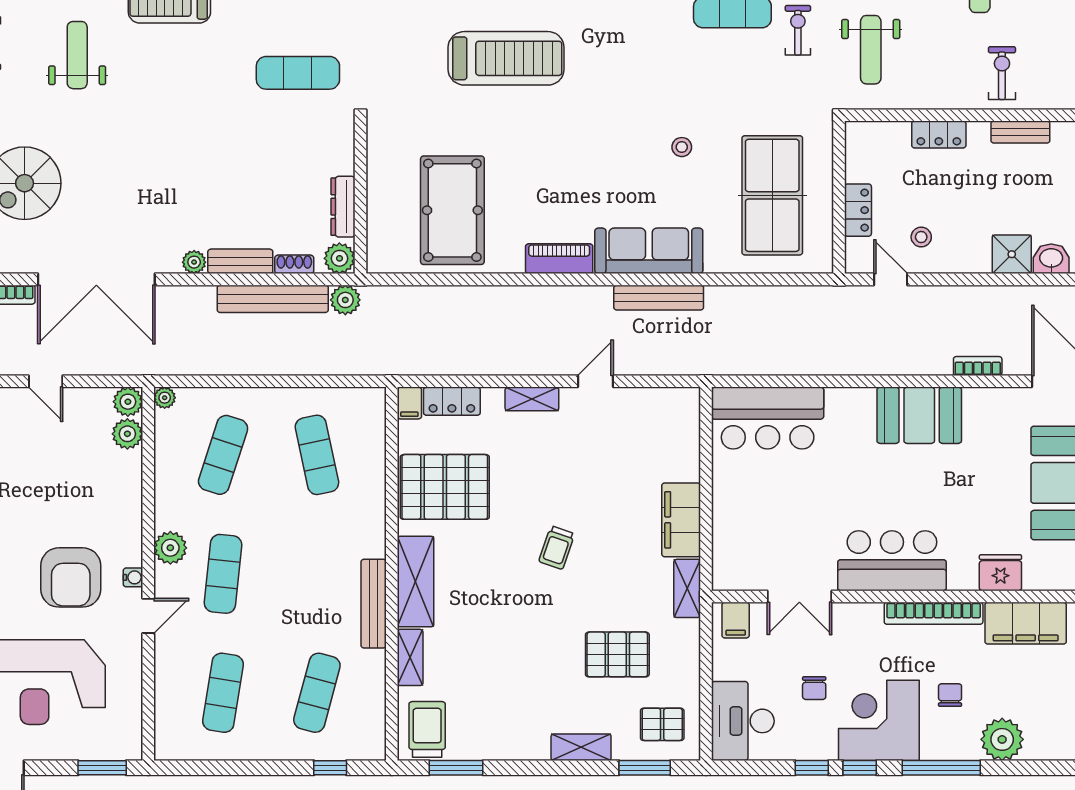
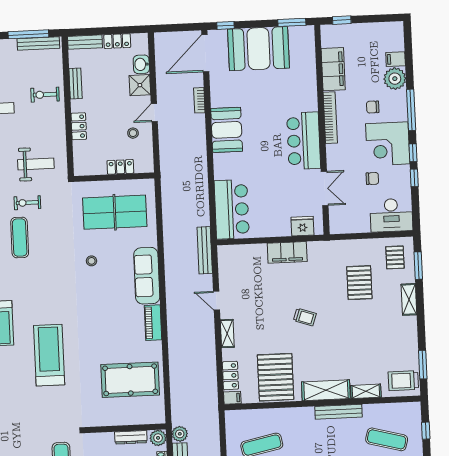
door: (891, 279) -> (154, 113), moved
bench: (659, 298) -> (205, 250), moved
fridge: (1000, 573) -> (302, 226), moved, turned 90
shelving: (687, 588) -> (323, 248), removed
filing cabinet: (736, 620) -> (396, 59), moved, turned 180

